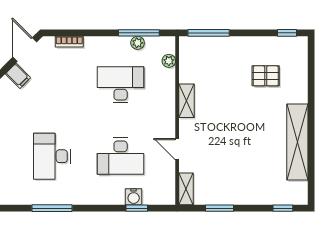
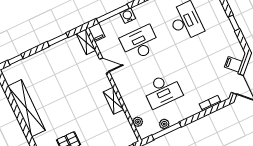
filing cabinet: (168, 194) -> (97, 32), added
water cooler: (134, 197) -> (128, 16), moved
window: (137, 208) -> (113, 14), width x2.17

